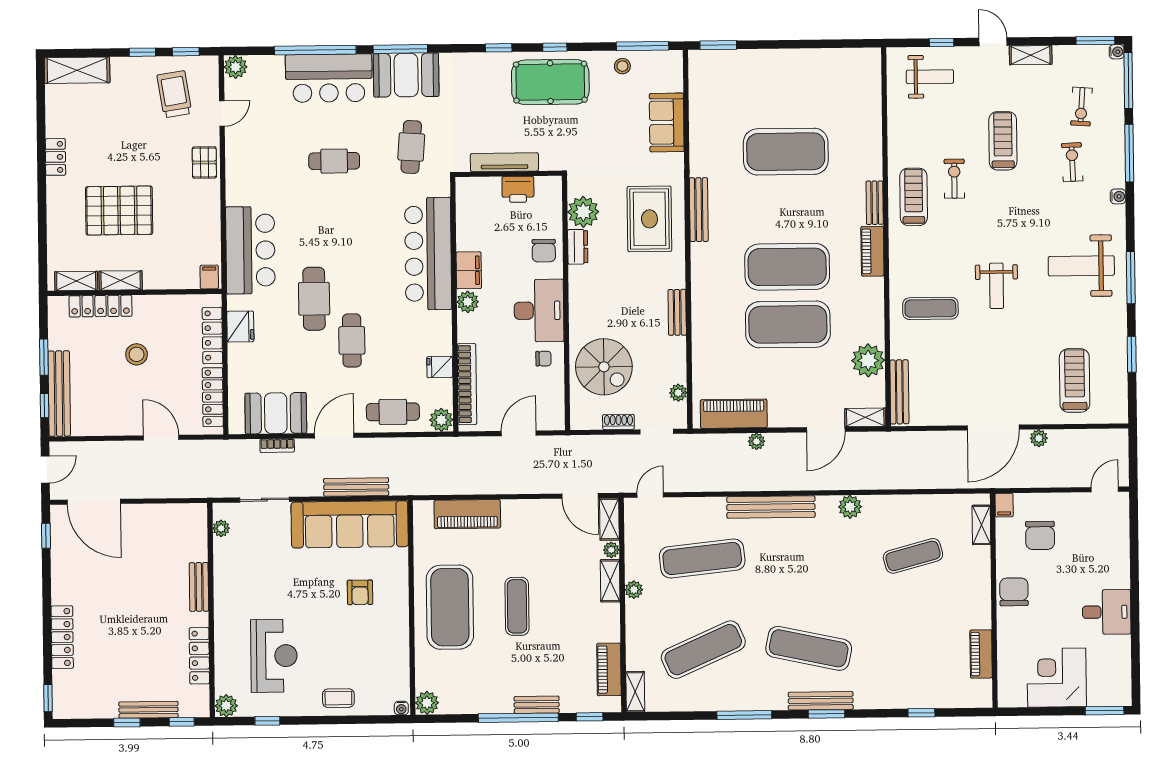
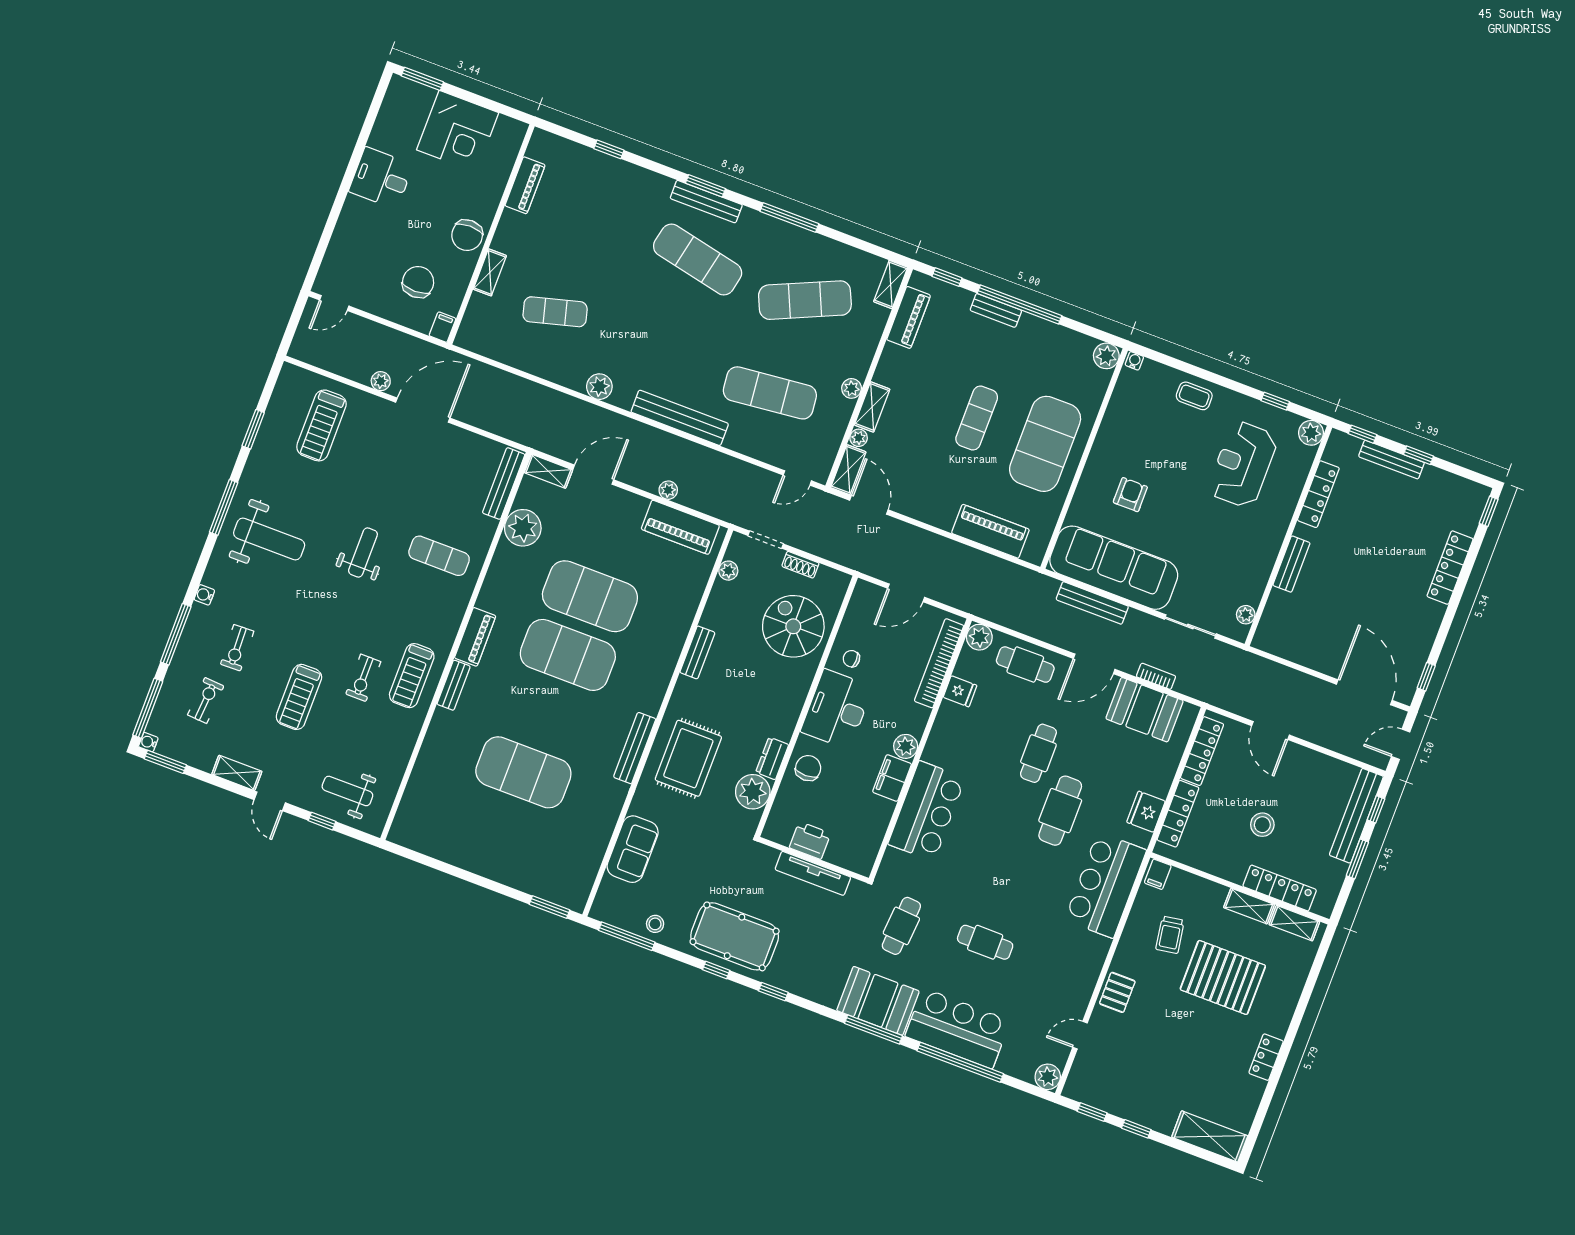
trolley: (174, 94) -> (1170, 935), moved, width x0.73, depth x0.72
bar counter: (428, 254) -> (927, 811), width x0.73
shelving: (981, 525) -> (490, 272), moved

